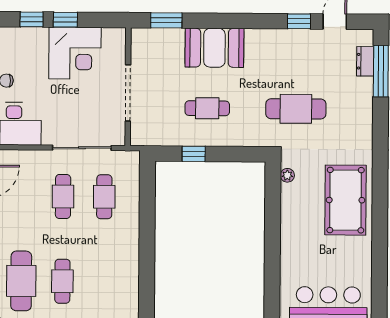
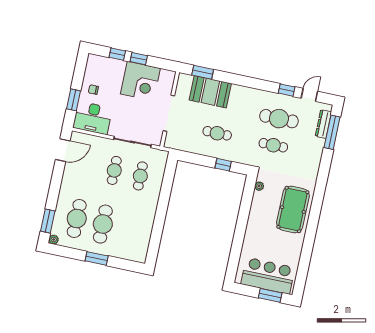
booth: (214, 48) -> (210, 92), moved
dresser: (365, 61) -> (323, 124), width x1.44
cafe table: (296, 67) -> (279, 119), added
cafe table: (296, 109) -> (273, 145), width x0.73, depth x0.74
window: (194, 154) -> (223, 165), moved
cafe table: (62, 281) -> (103, 224), width x1.37, depth x1.35

